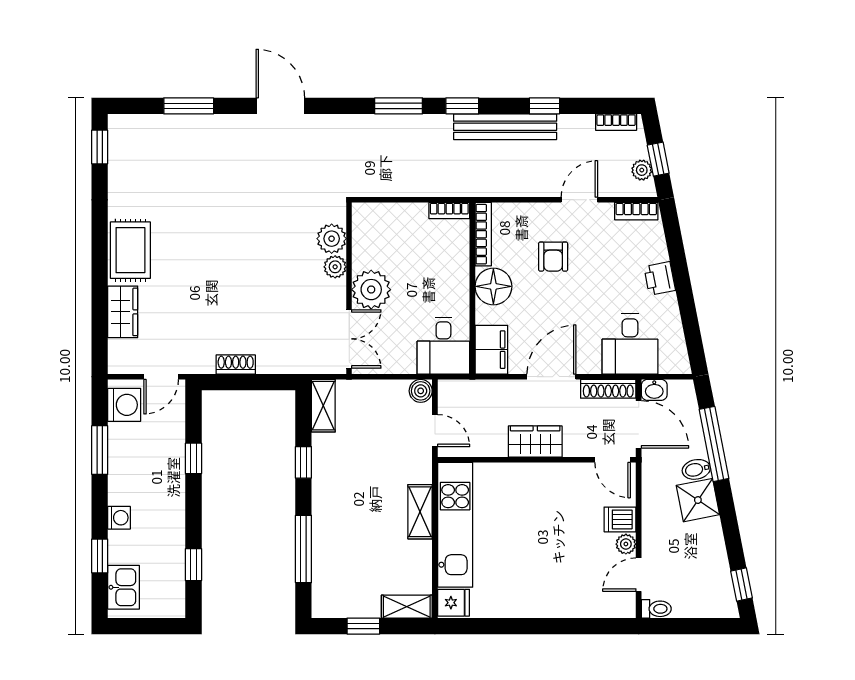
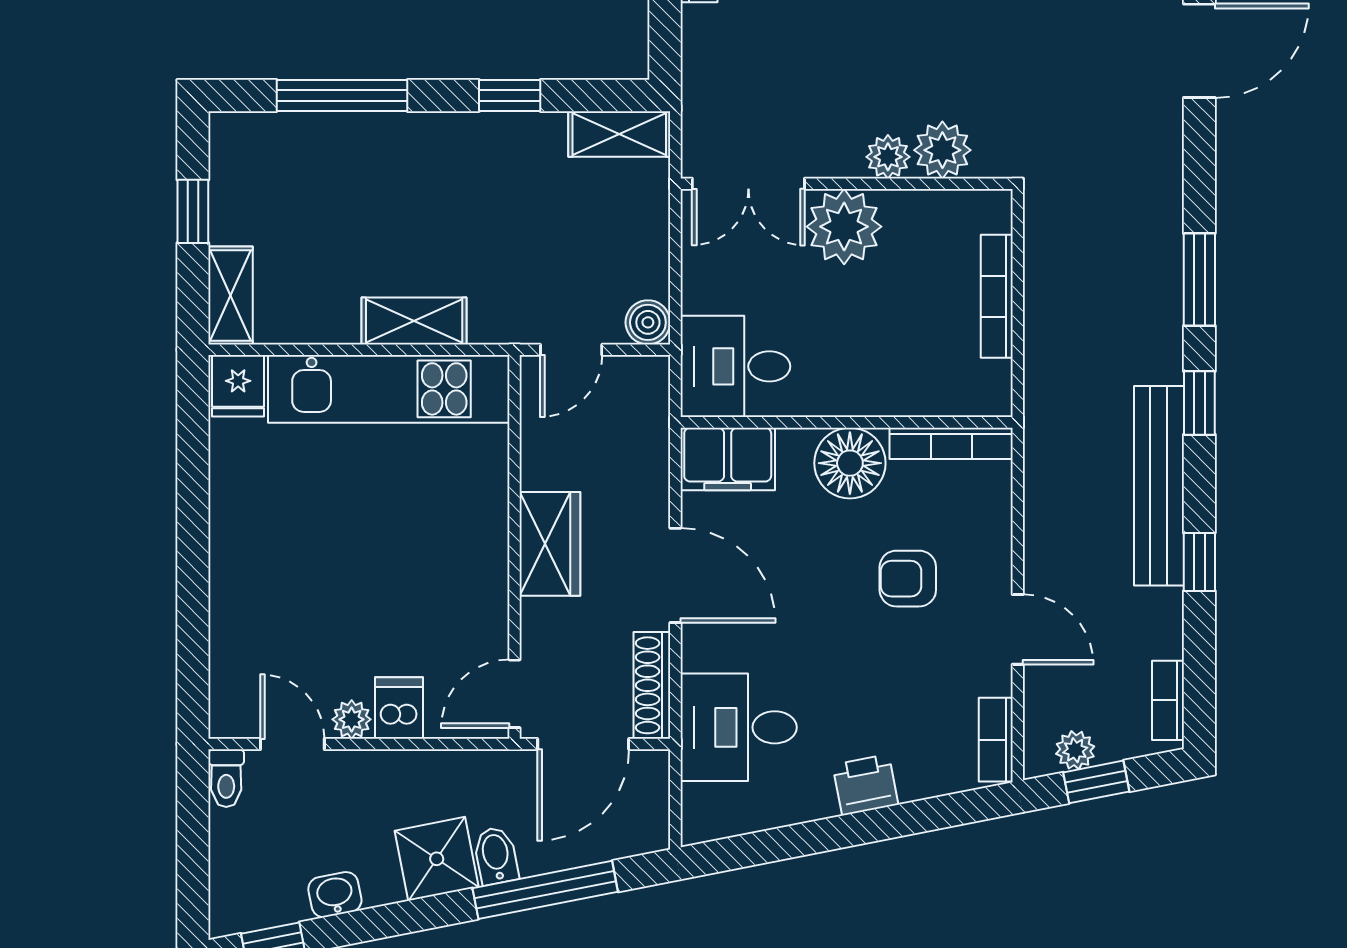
bookcase: (449, 211) -> (997, 296), moved, width x1.56
washbasin: (654, 390) -> (335, 895), moved, turned 79

